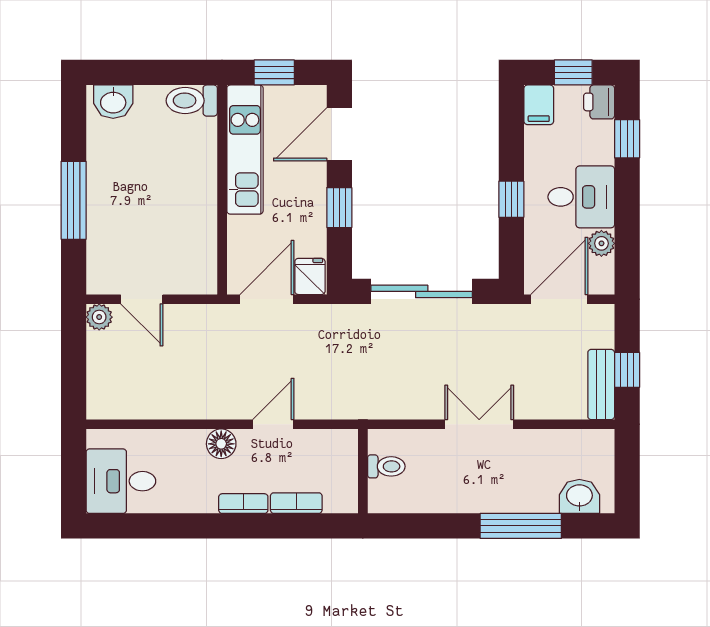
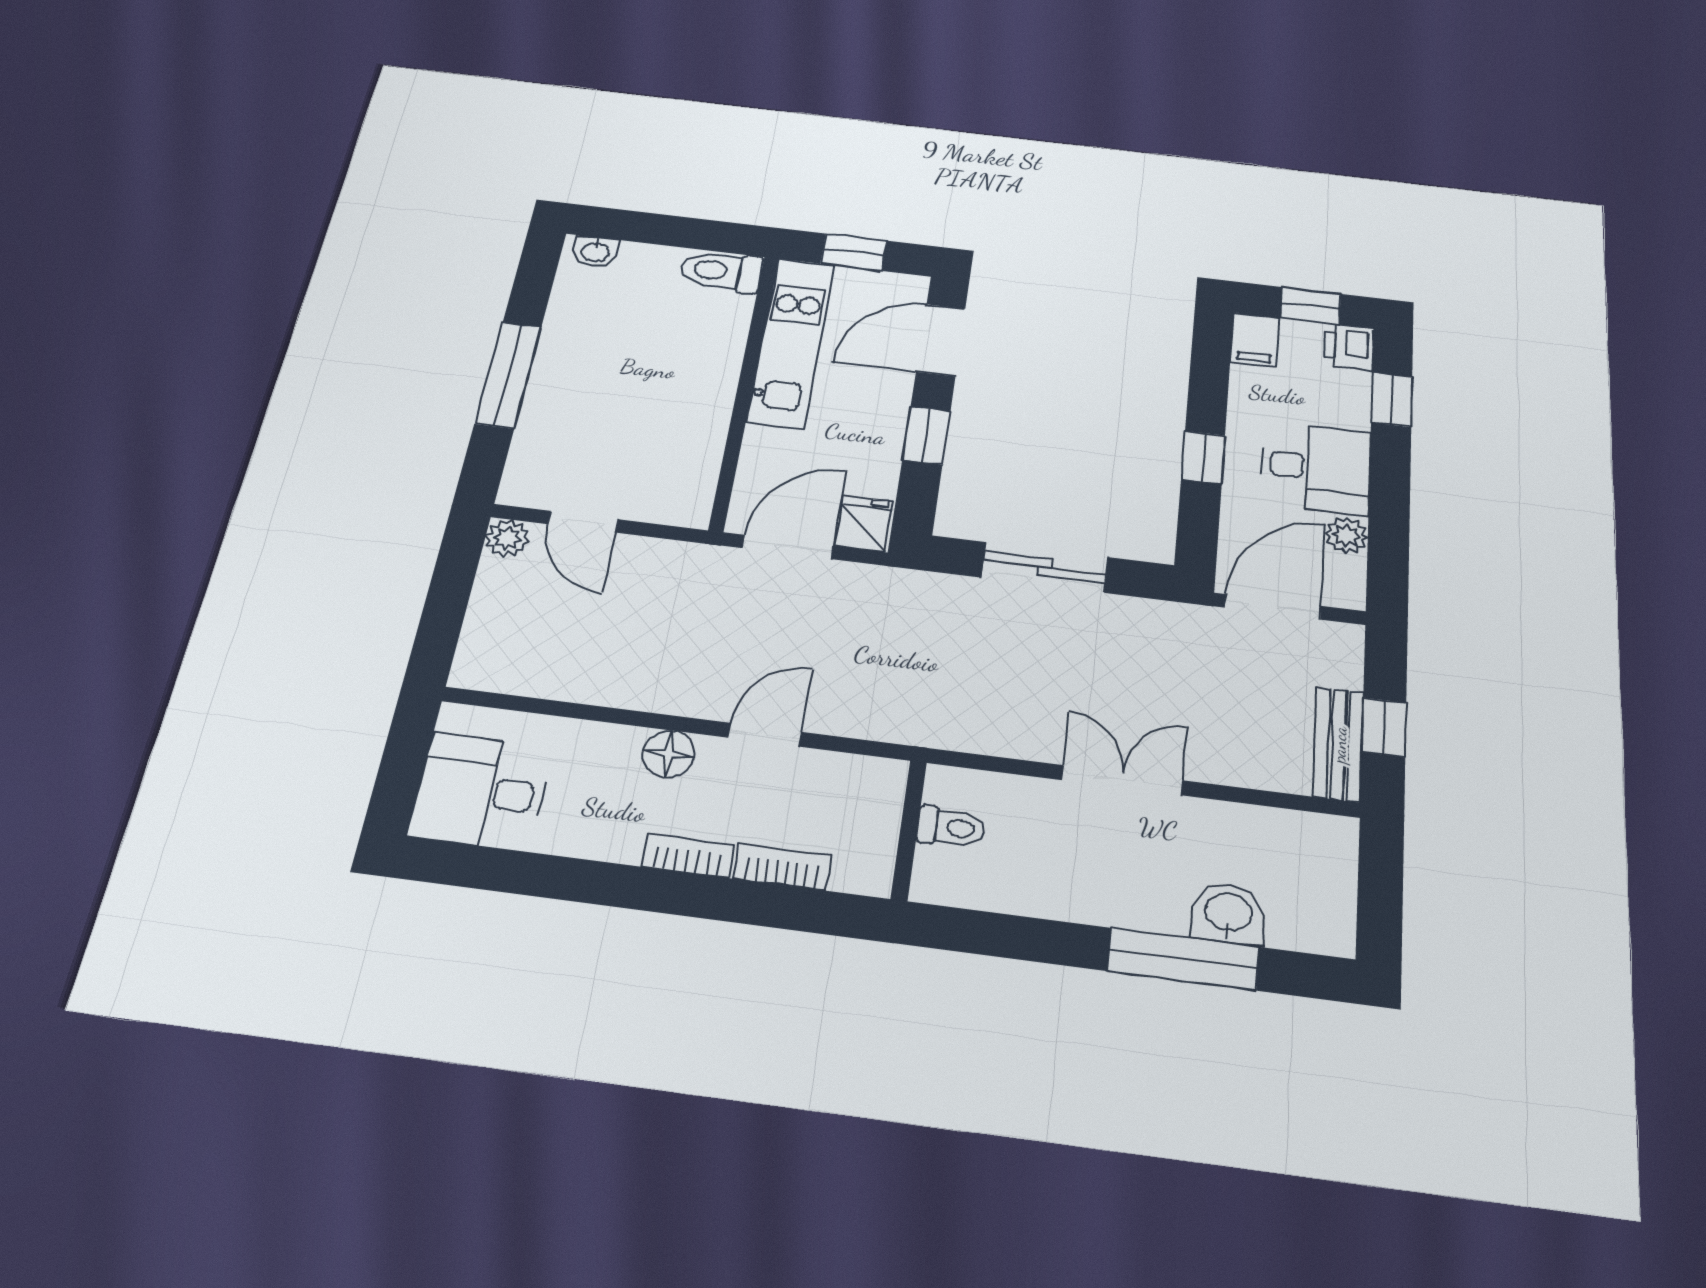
washbasin: (113, 102) -> (595, 251), width x0.72, depth x0.69
sliding door: (422, 291) -> (1045, 567), width x0.73
washbasin: (579, 496) -> (1228, 914), moved

